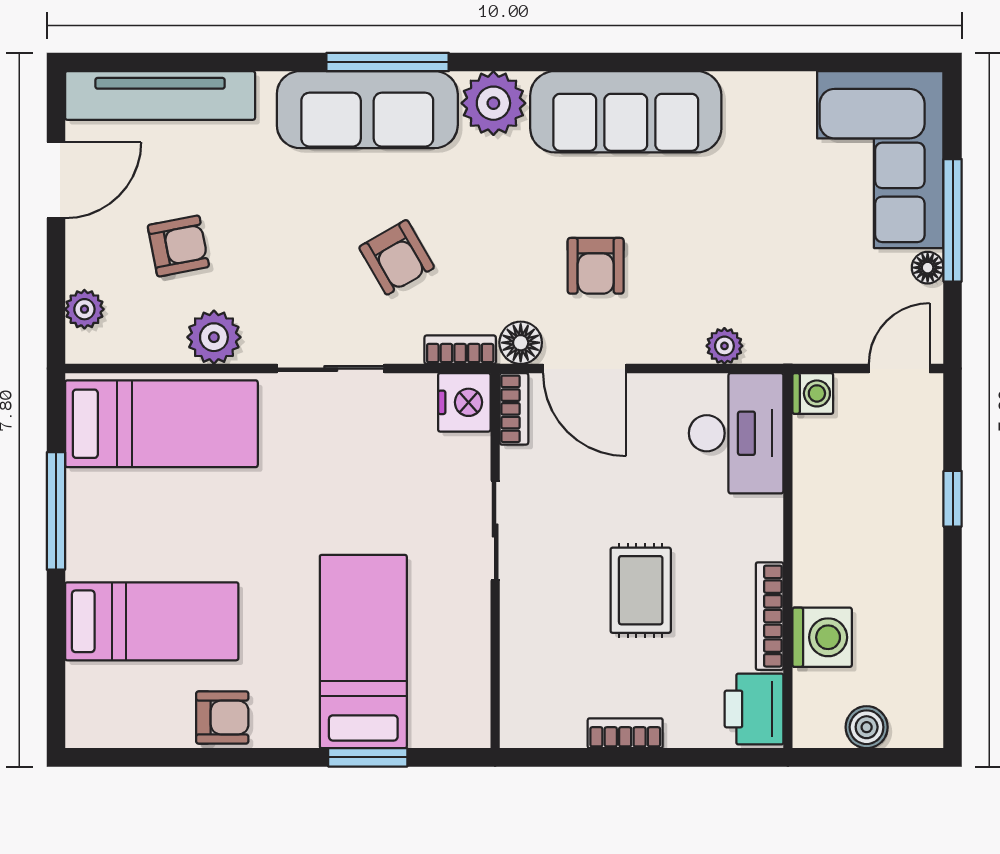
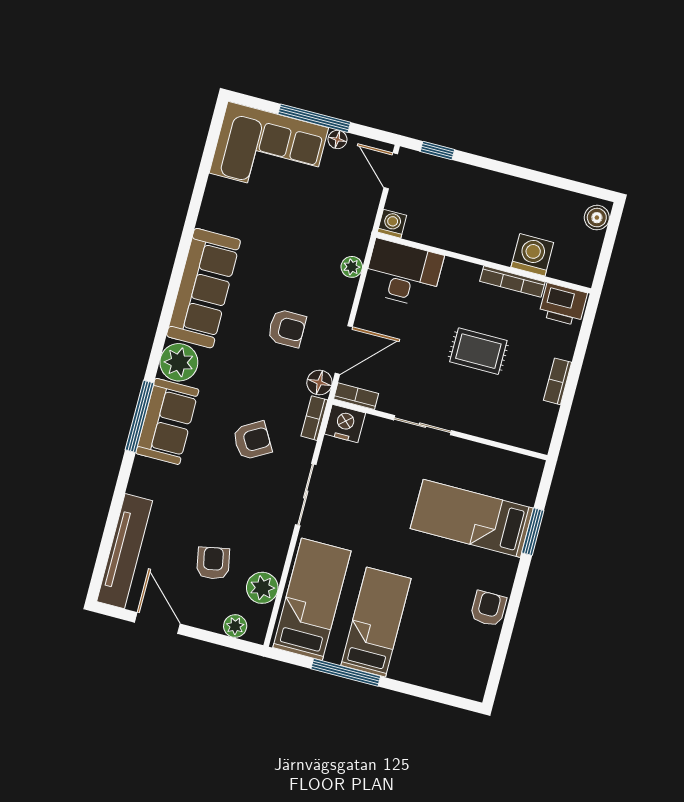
sofa: (367, 110) -> (167, 421), width x0.73
plant: (214, 337) -> (262, 588), moved
window: (953, 499) -> (437, 150), moved
bed: (152, 621) -> (376, 622), moved
boiler: (867, 727) -> (597, 218), moved

